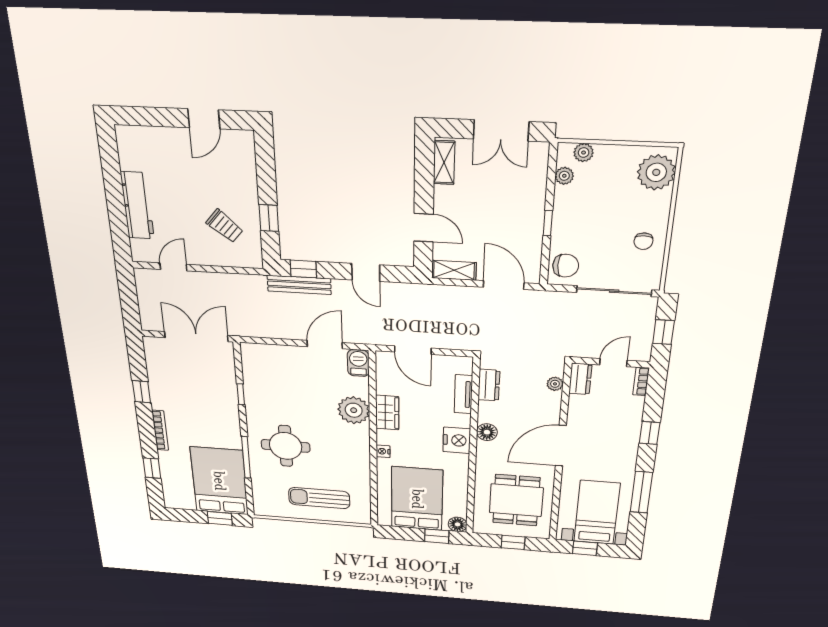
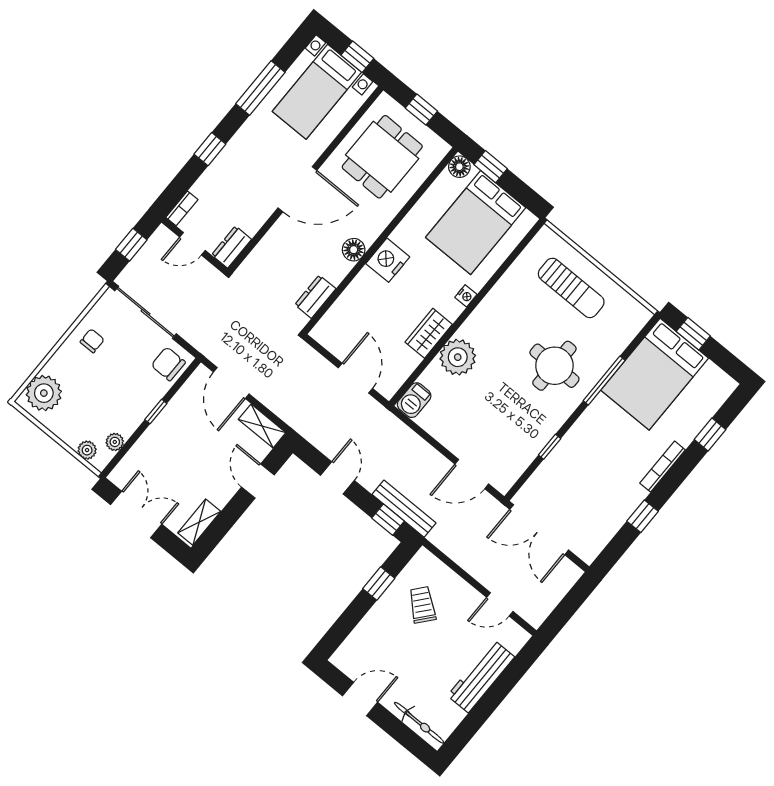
bicycle: (146, 135) -> (419, 723), added
door: (325, 345) -> (472, 474), moved
plant: (555, 384) -> (257, 258), removed
tv unit: (463, 394) -> (345, 303), removed

